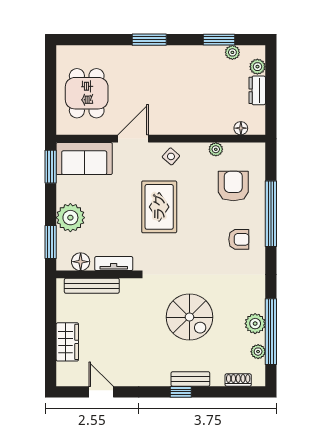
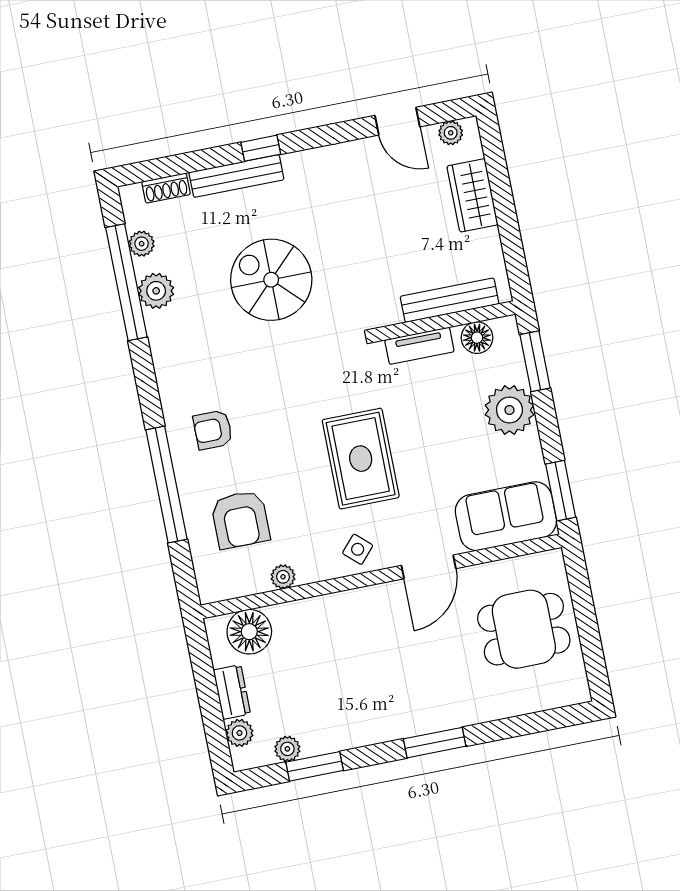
dining table: (87, 93) -> (524, 629), turned 90
floor lamp: (241, 128) -> (249, 632), width x1.89, depth x1.89
plant: (73, 379) -> (451, 133), added
bench: (190, 379) -> (236, 176), width x1.36

